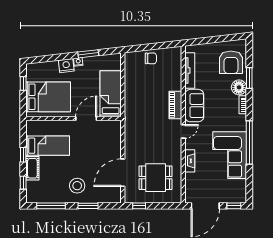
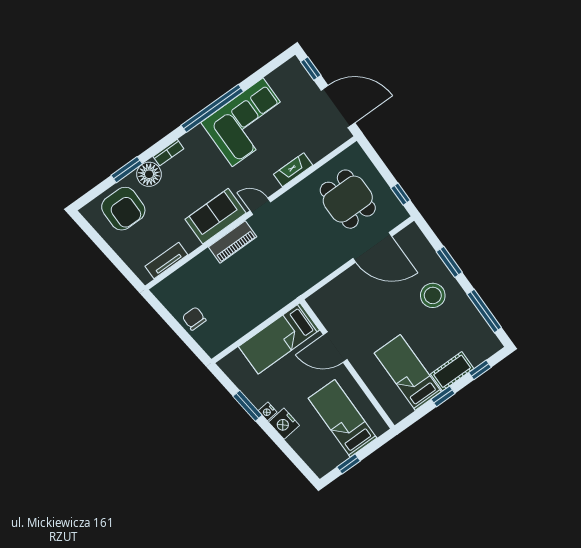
armchair: (231, 62) -> (123, 209), turned 90
tv unit: (190, 70) -> (166, 260), width x0.71
bed: (48, 97) -> (342, 418), width x0.67

